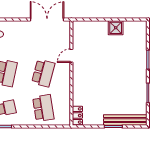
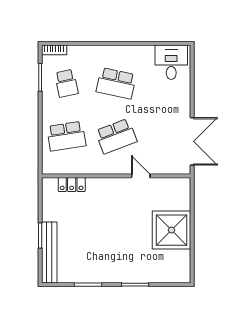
shower: (116, 28) -> (172, 230), width x1.86, depth x1.86
school desk: (43, 73) -> (116, 136), turned -36
locker: (77, 116) -> (72, 185), moved

